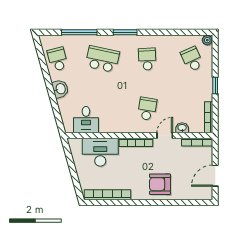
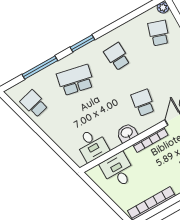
school desk: (192, 59) -> (159, 33), turned 42
washbasin: (60, 89) -> (127, 133), moved, turned -74
desk: (100, 152) -> (118, 170), width x0.73

